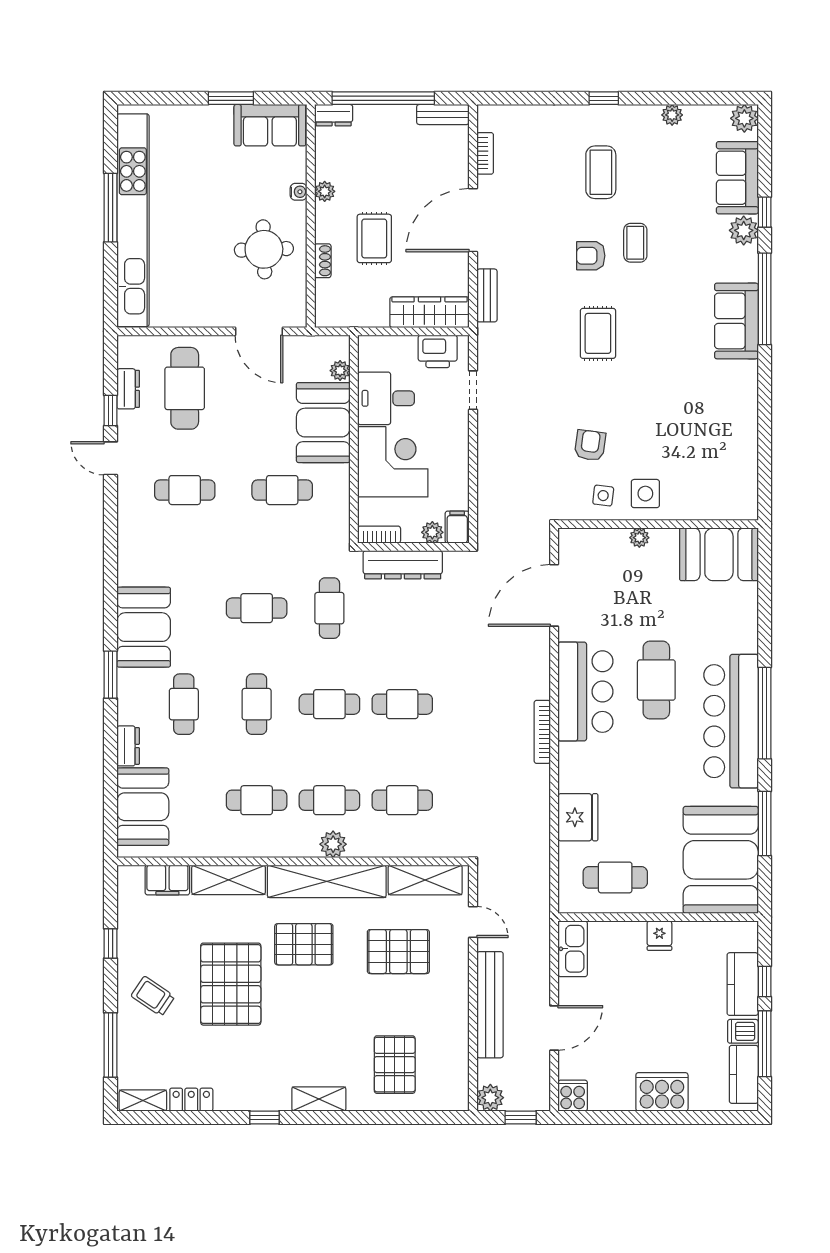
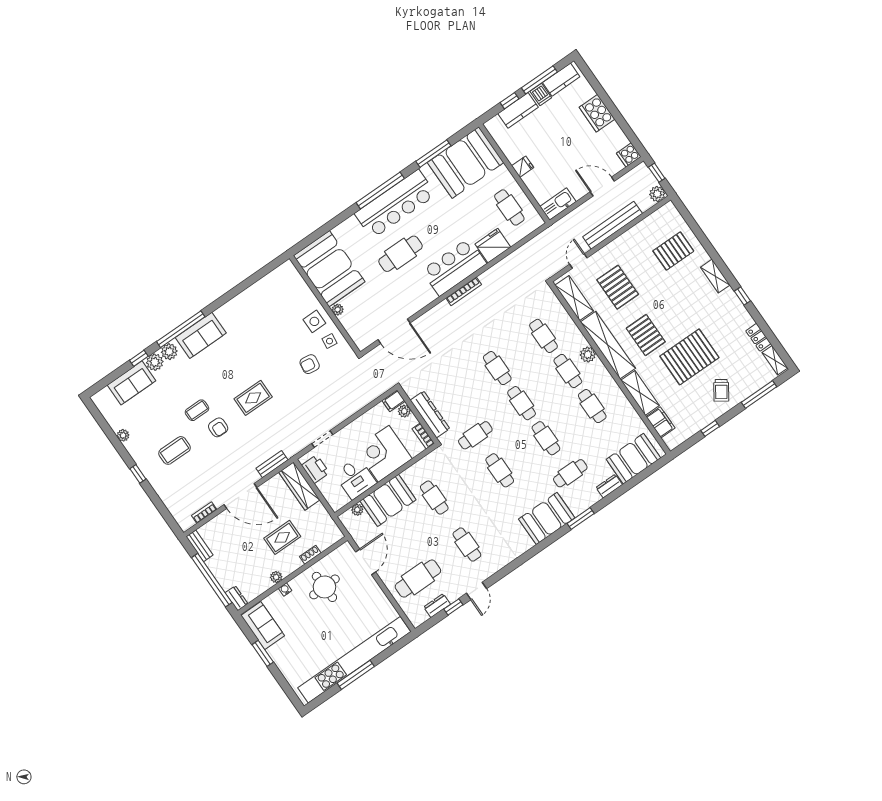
plant: (744, 118) -> (169, 352), moved
booth: (719, 554) -> (329, 269), width x1.36, depth x1.42
bar counter: (585, 692) -> (454, 267), moved
cafe table: (257, 704) -> (546, 438), turned 90

